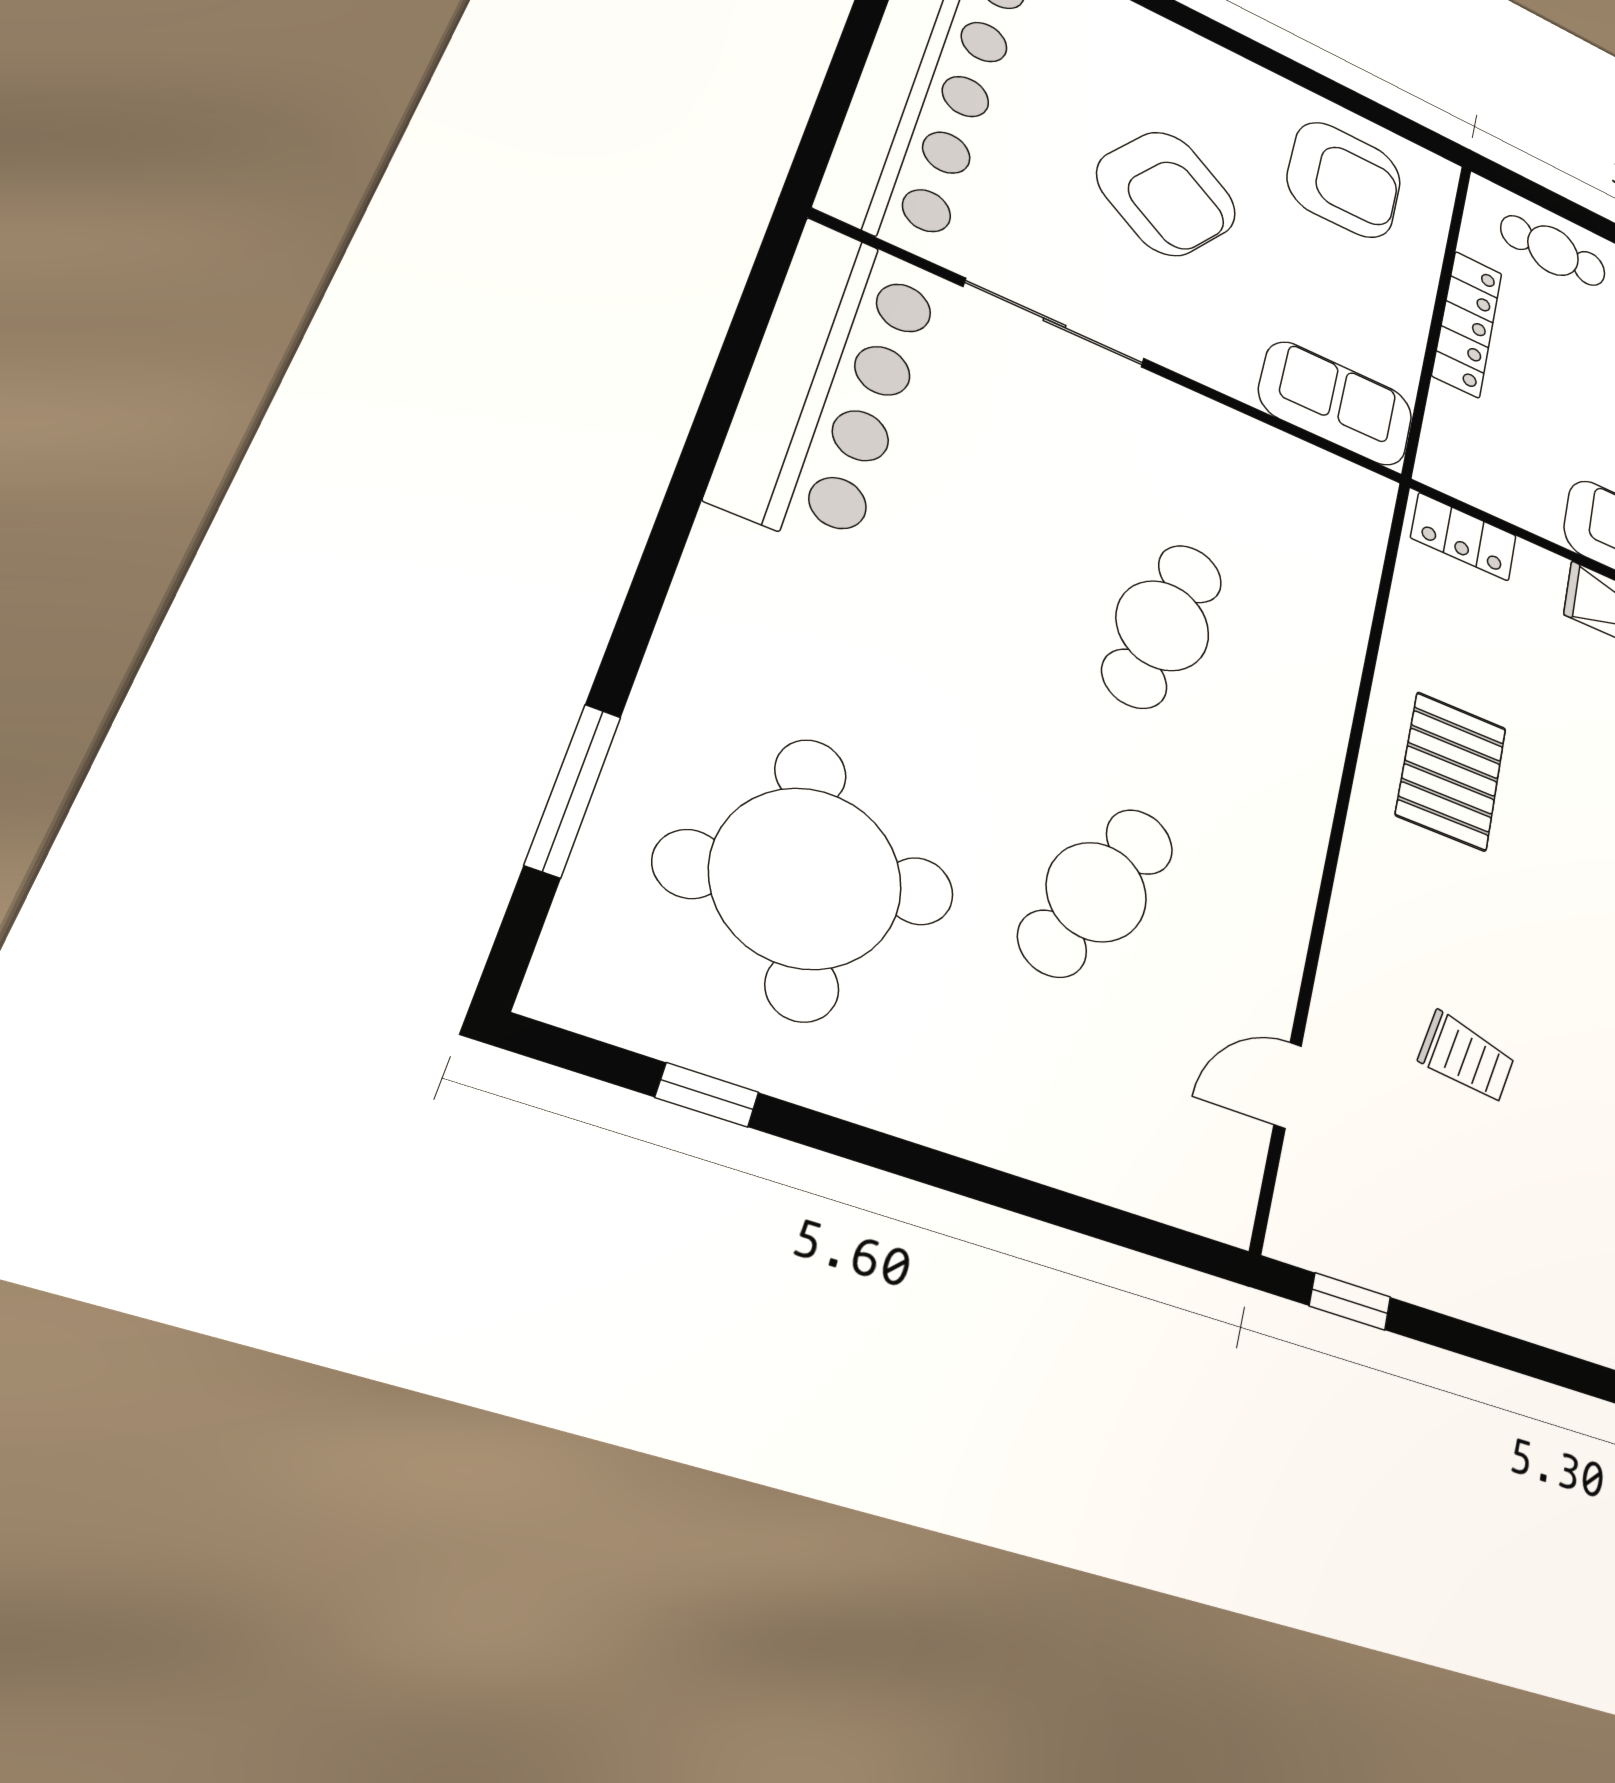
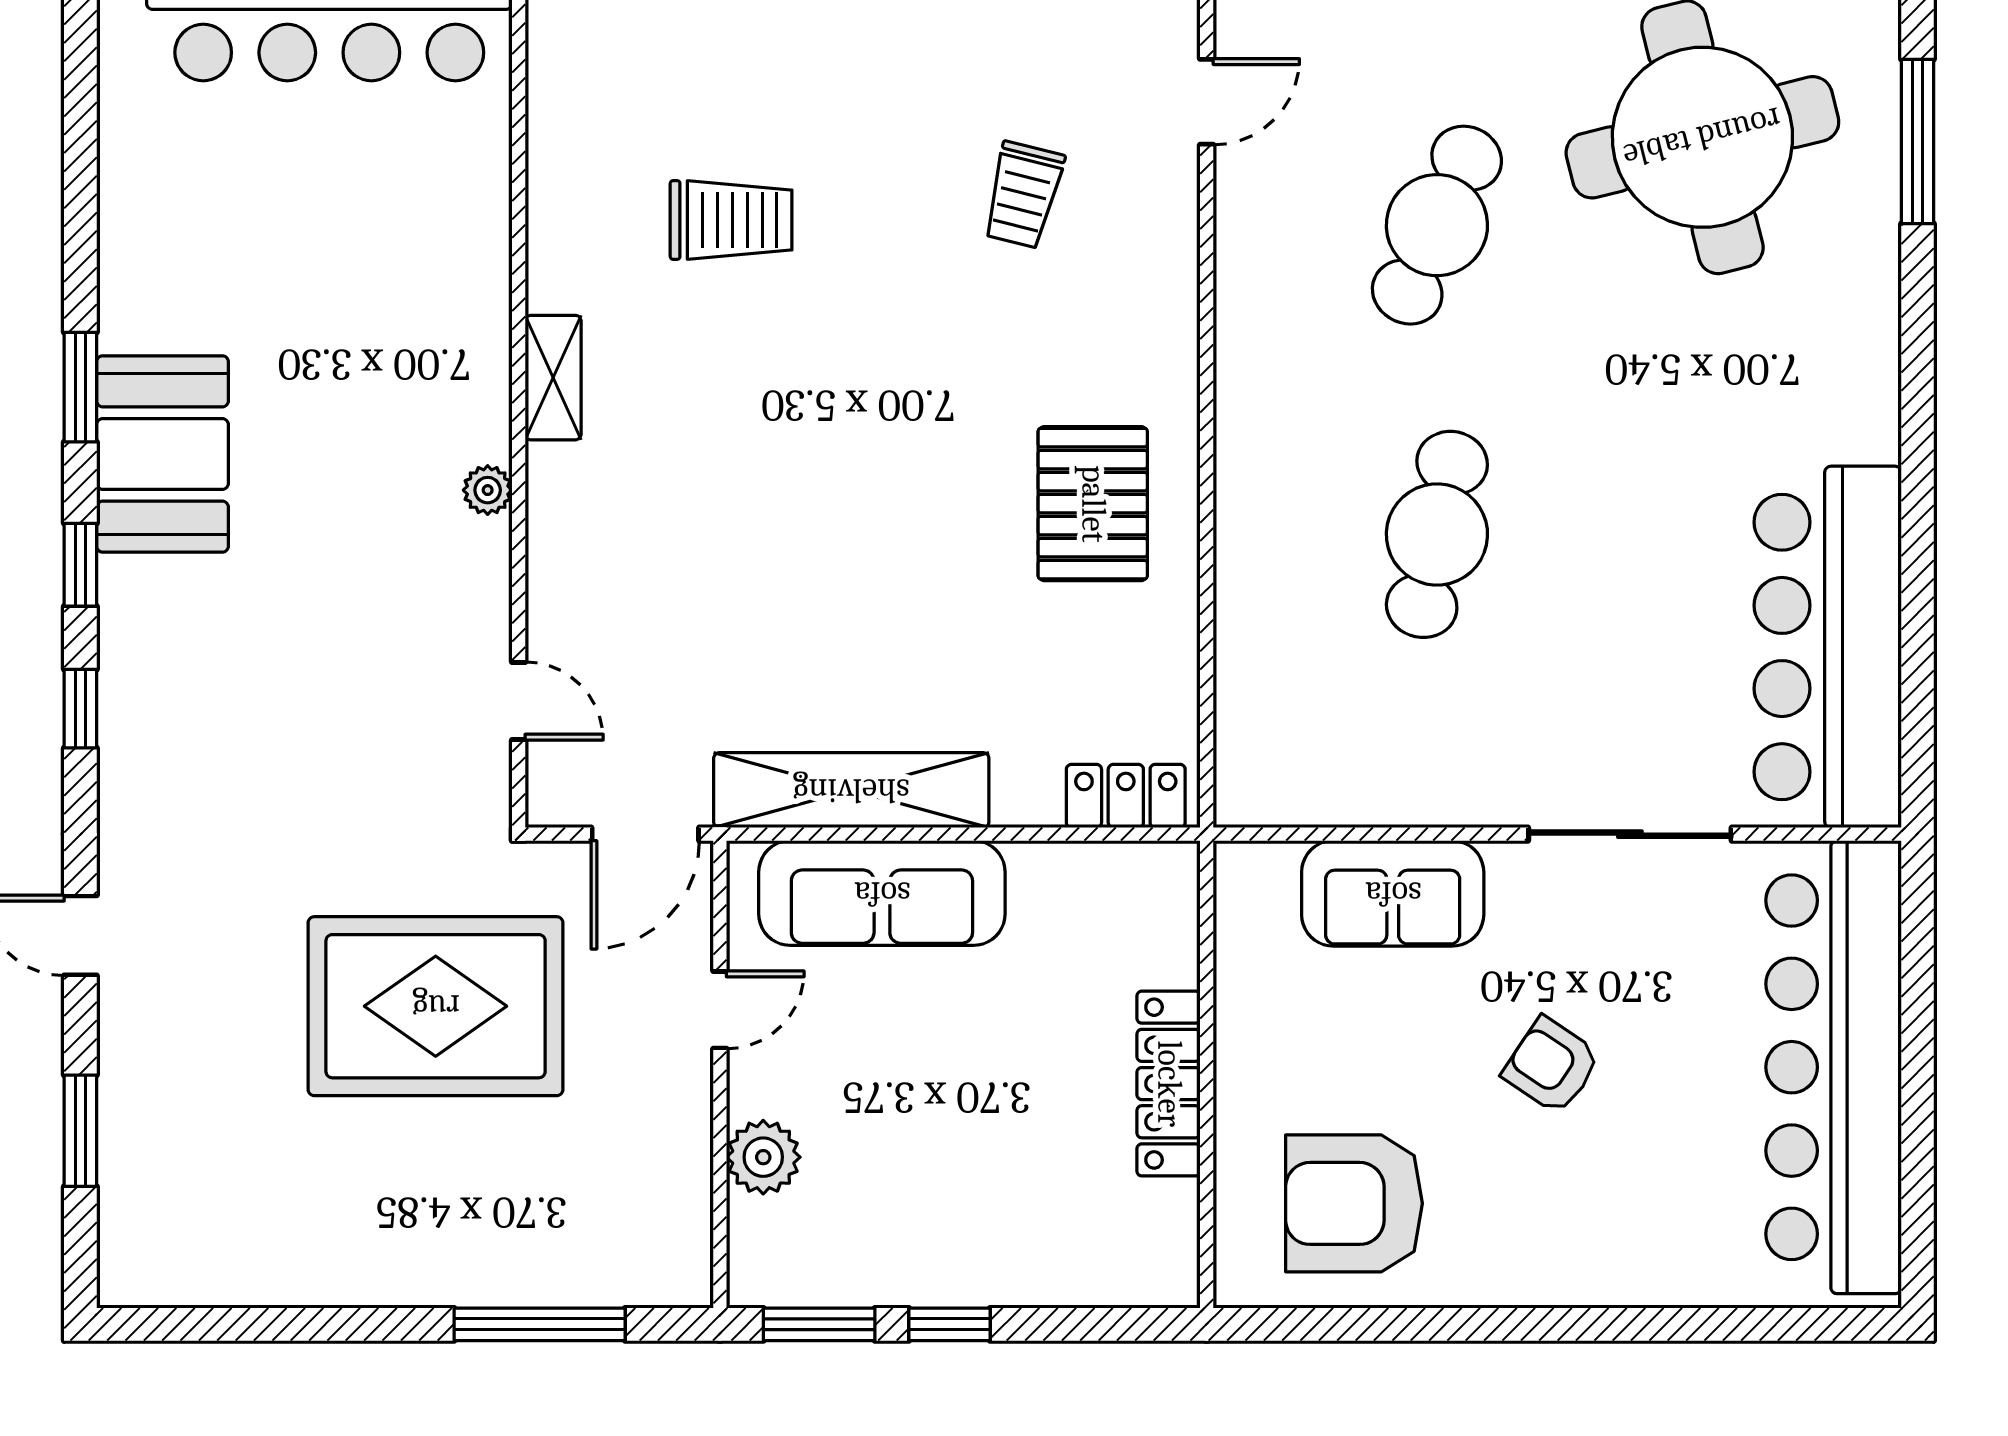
armchair: (1166, 194) -> (1552, 1066), width x0.53, depth x0.53
cafe table: (1553, 251) -> (1076, 1251), removed
sofa: (1336, 404) -> (1393, 893), moved
trolley: (1467, 1058) -> (1023, 195), turned -87

